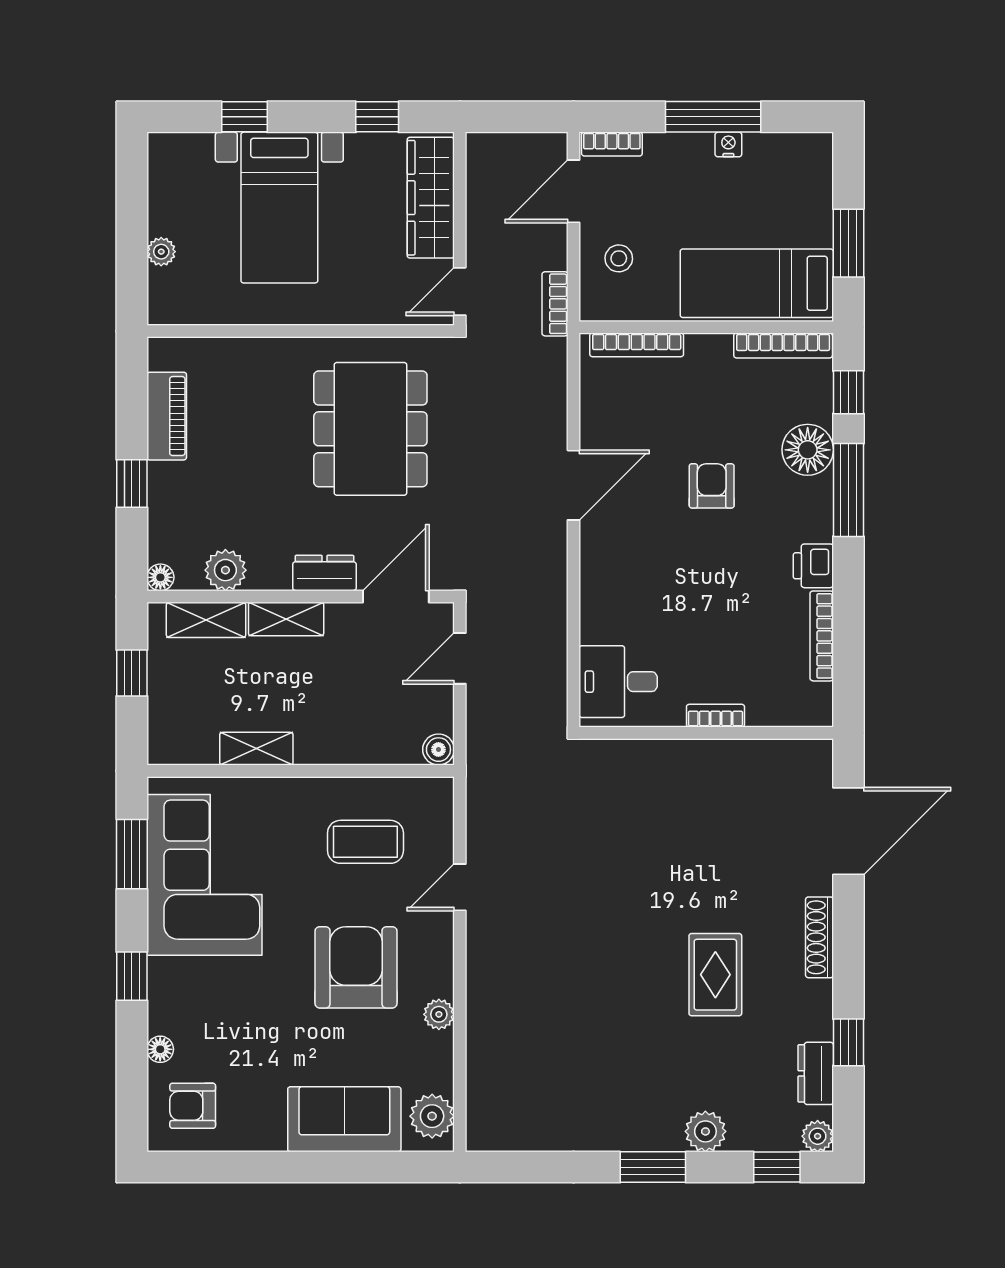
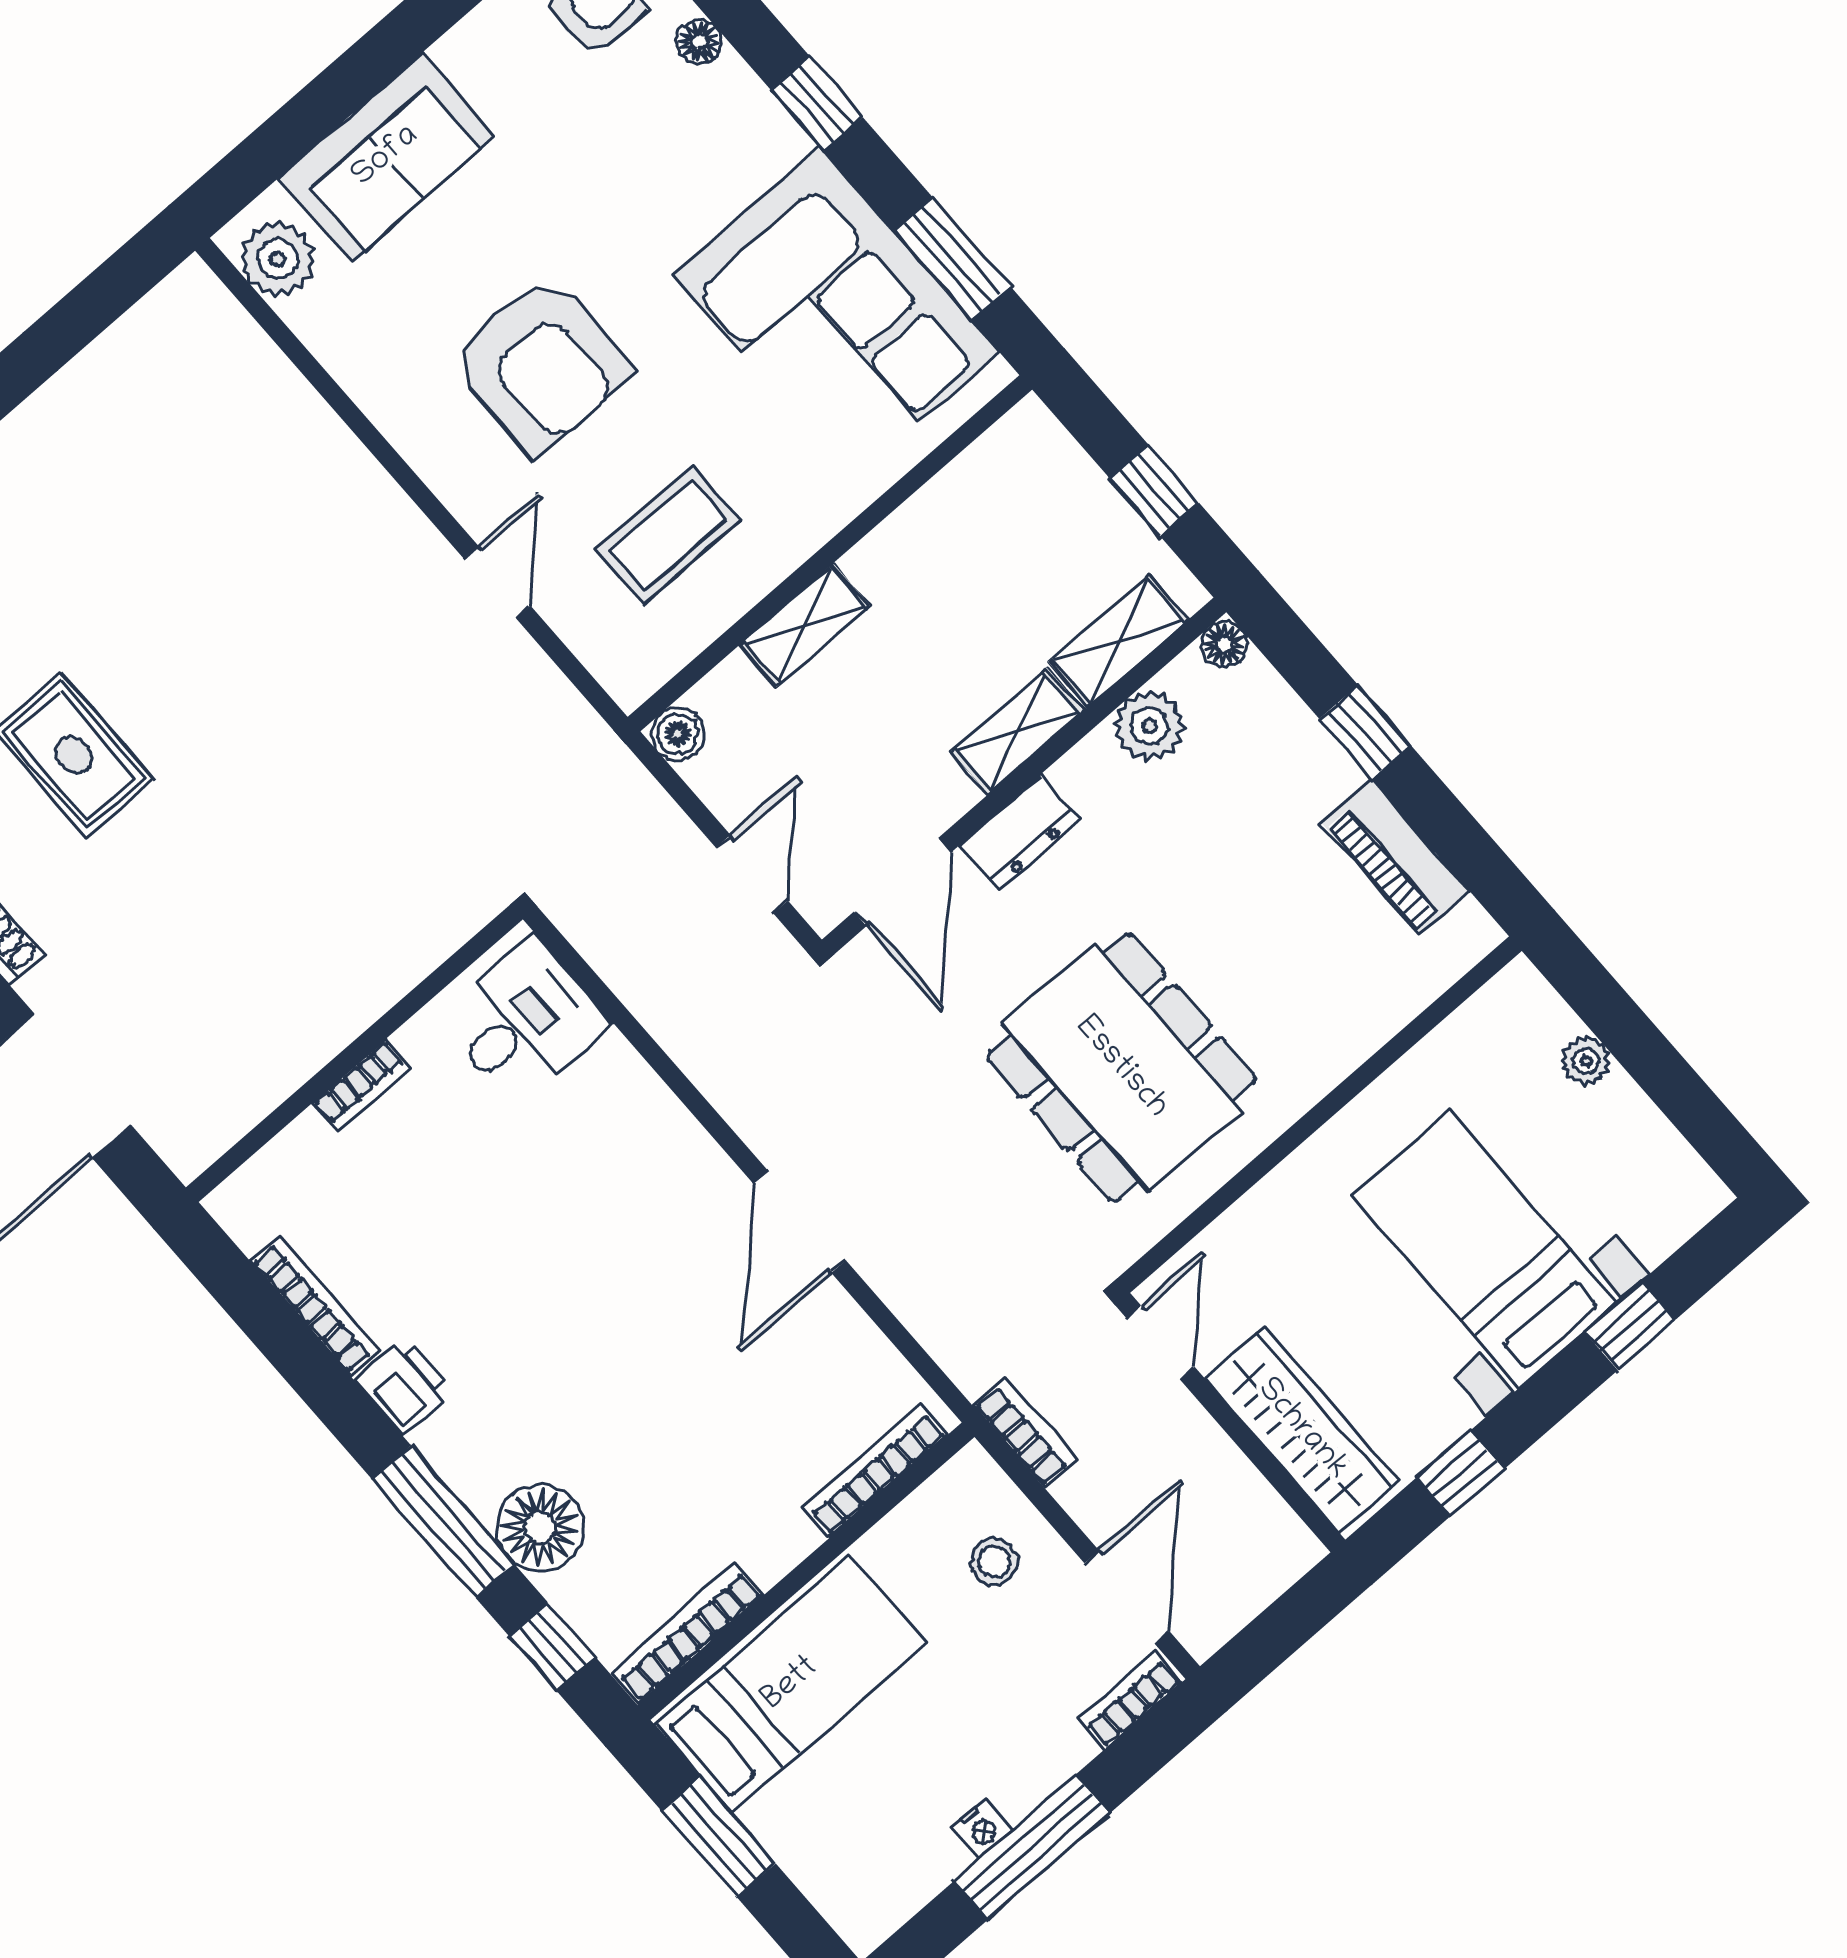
armchair: (712, 486) -> (622, 1375), removed
shelving: (256, 749) -> (805, 625), moved
plant: (439, 1014) -> (382, 397), removed

